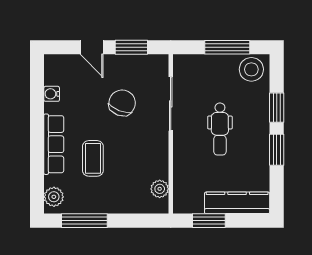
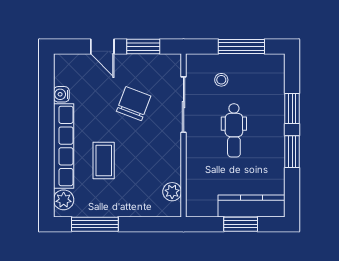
stool: (251, 69) -> (221, 80), moved, width x0.53, depth x0.53
row of seats: (54, 144) -> (64, 146), width x1.36
window: (209, 221) -> (241, 224), moved

